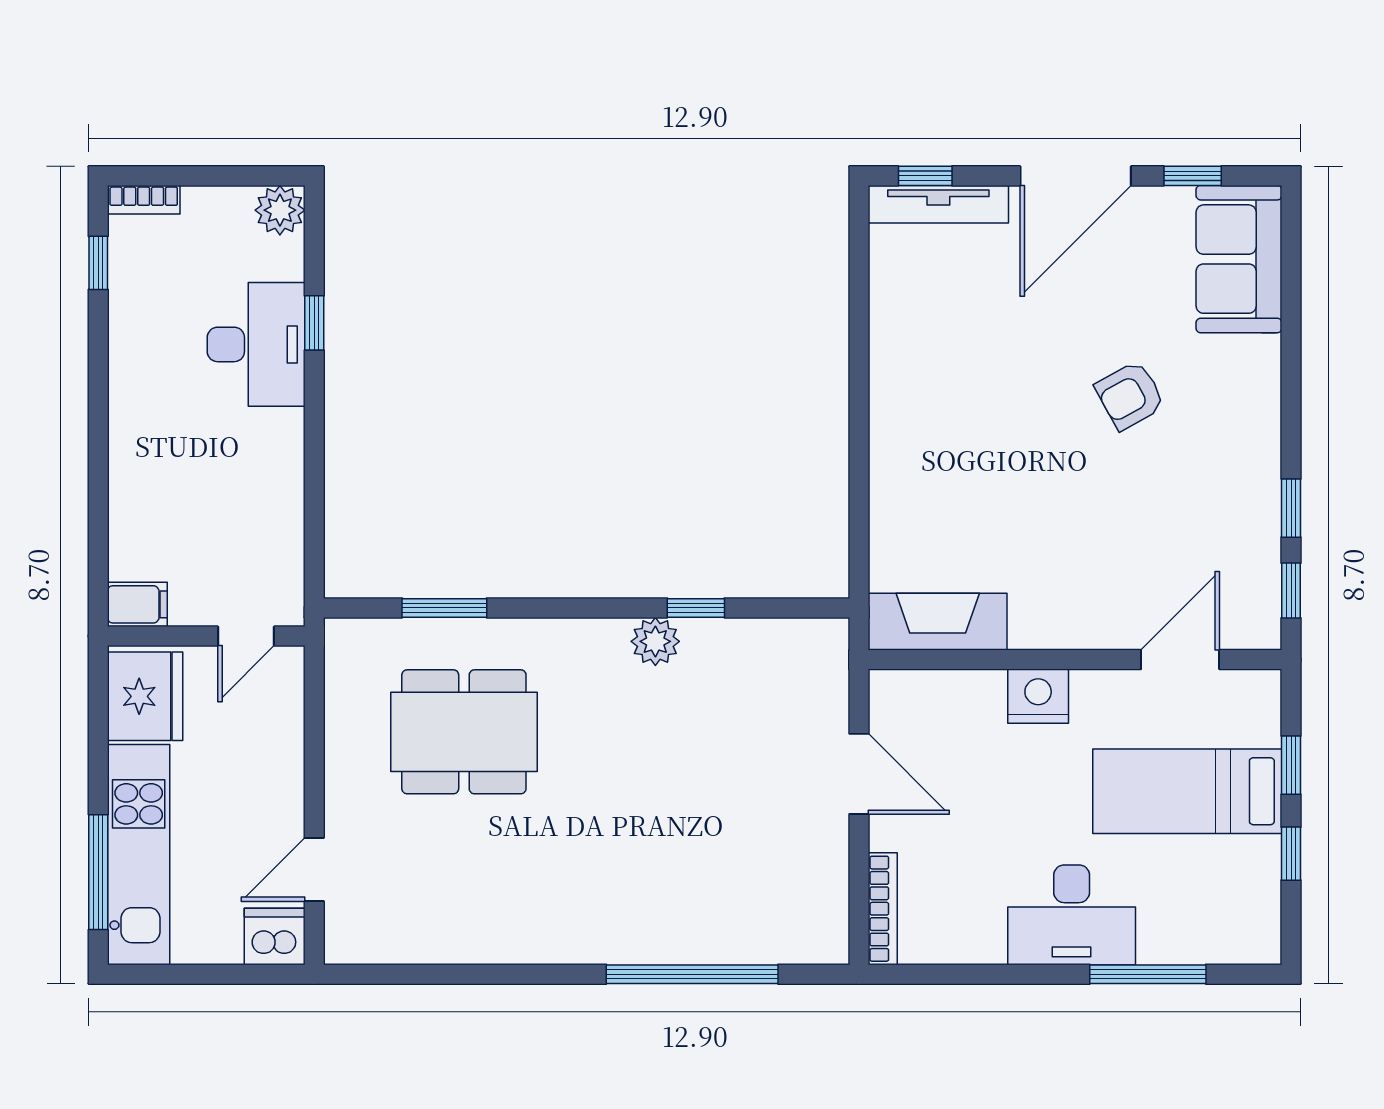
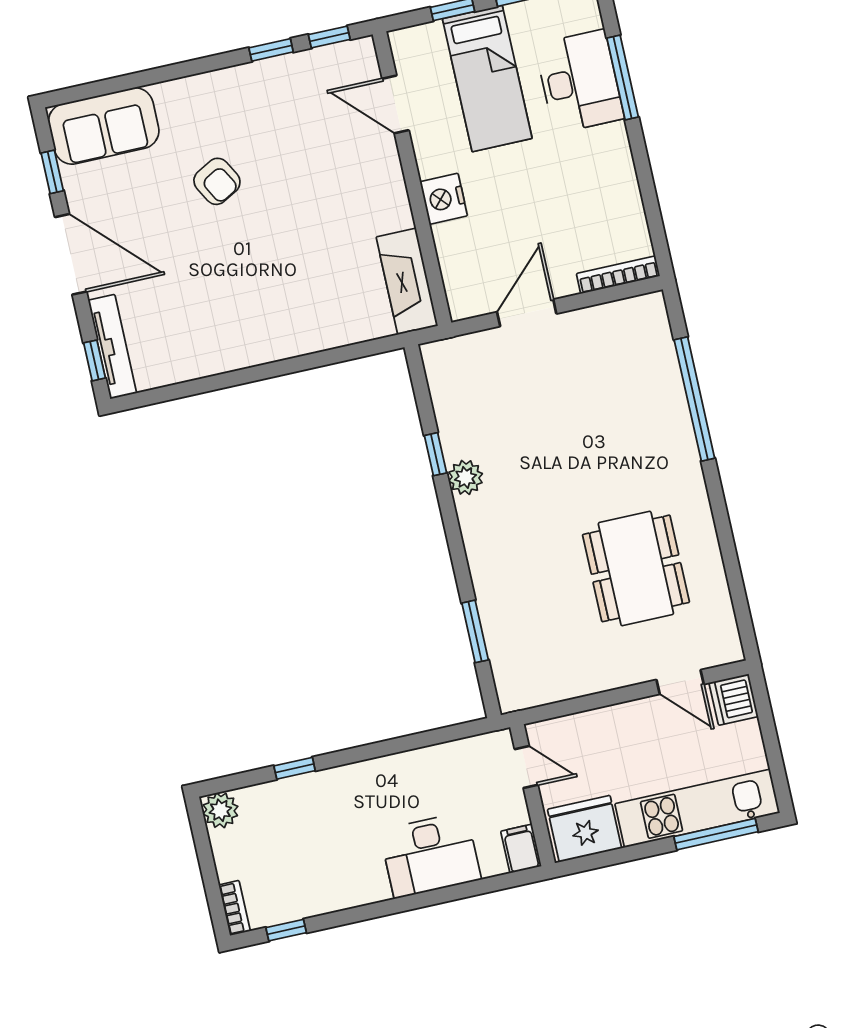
desk: (256, 344) -> (430, 855), moved, turned 180
dining table: (464, 732) -> (636, 568), moved
desk: (1072, 915) -> (579, 81), moved

